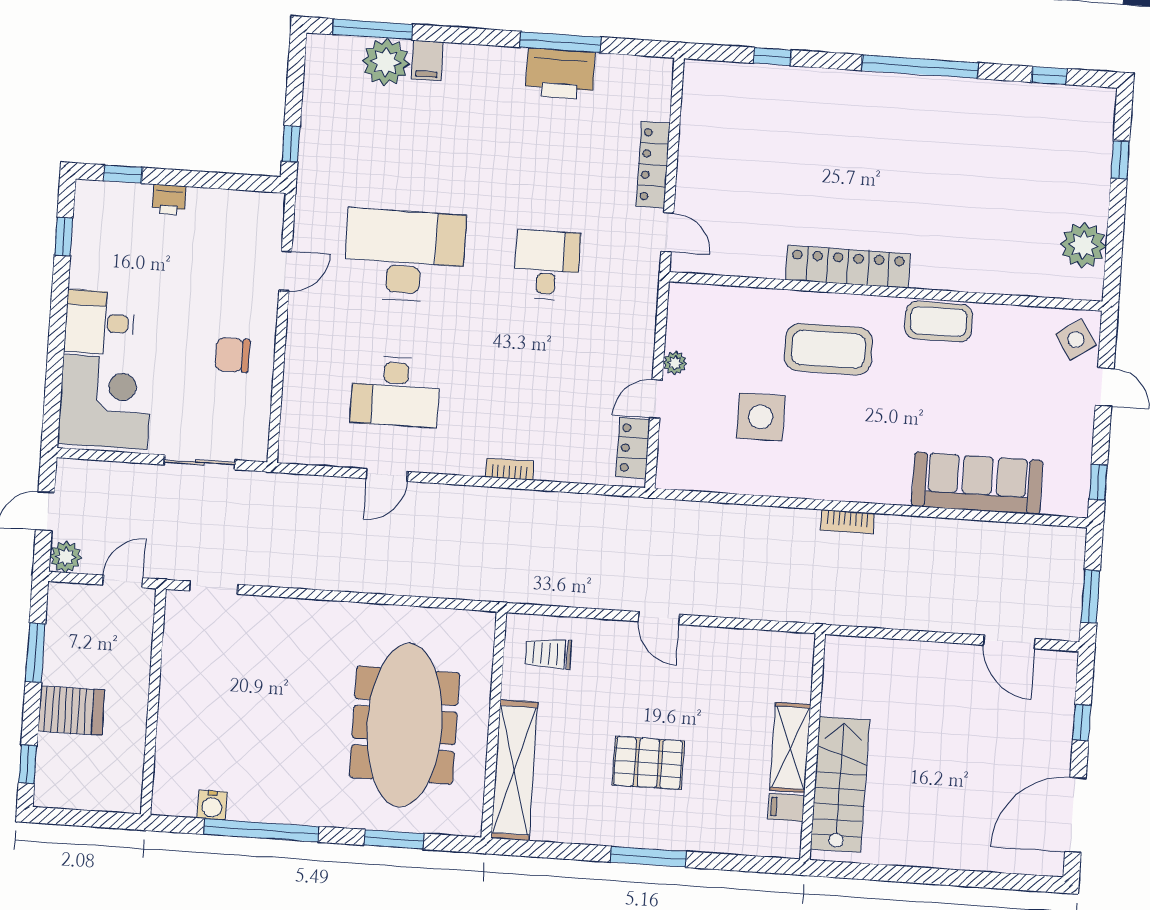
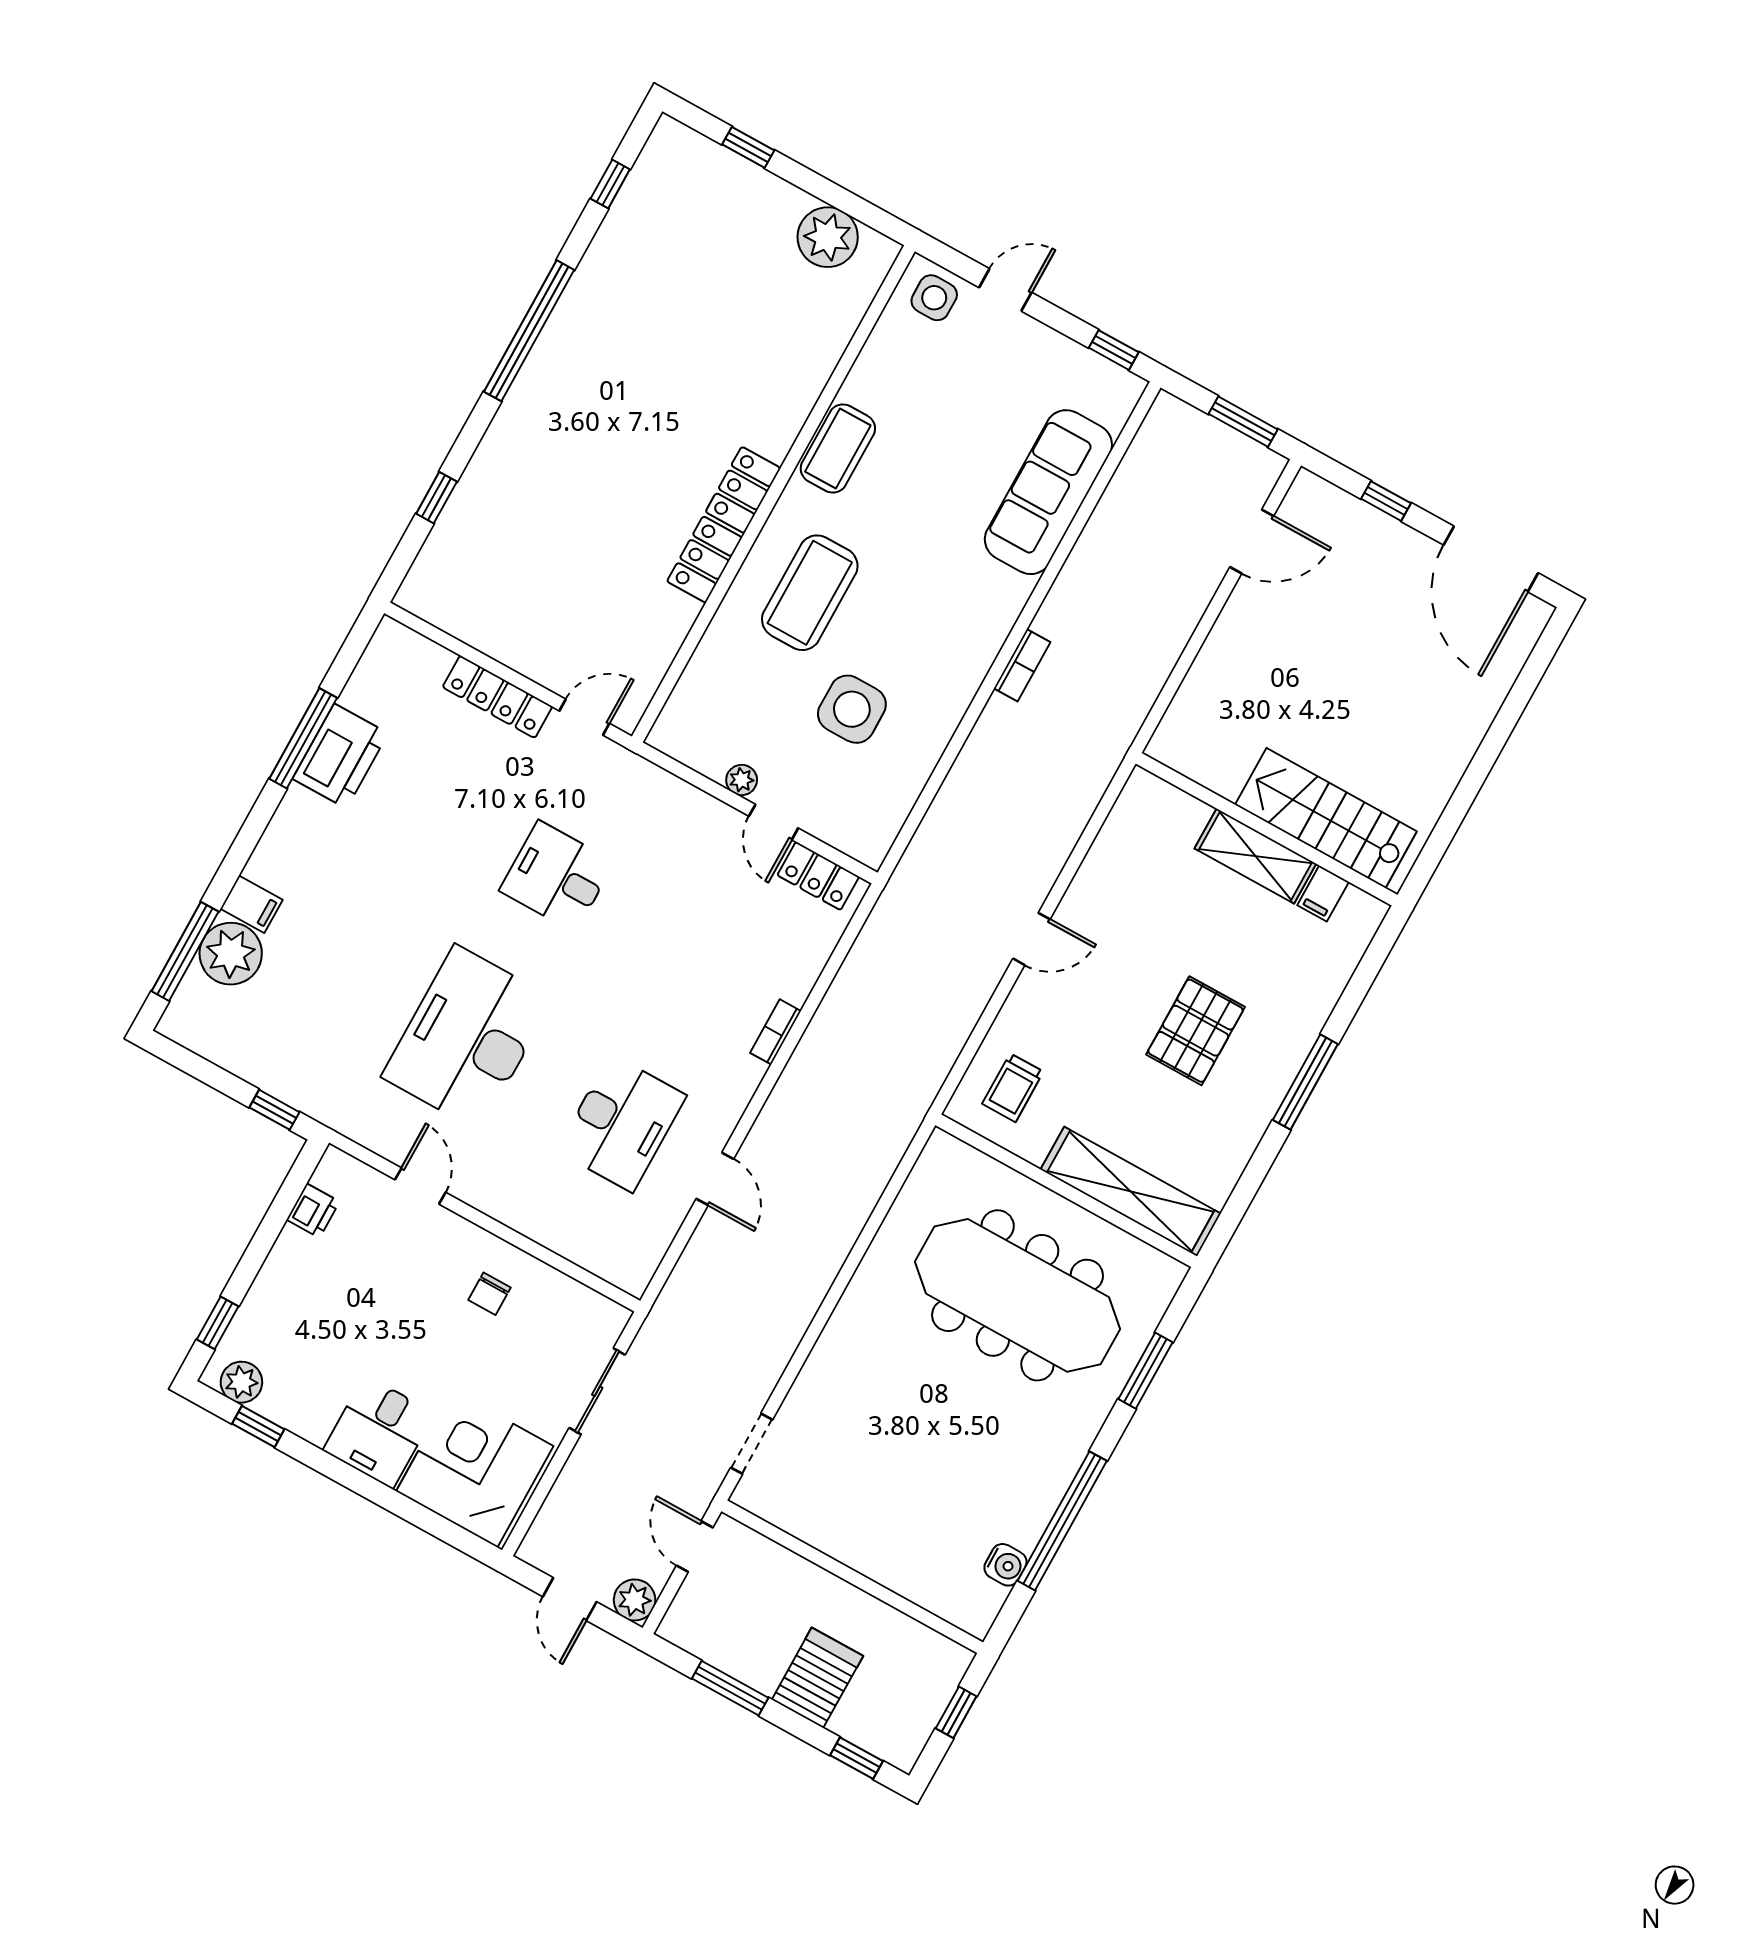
printer: (169, 200) -> (313, 1211), moved
plant: (89, 210) -> (241, 1382), added
side table: (1076, 340) -> (934, 298), turned 34
chair: (232, 355) -> (489, 1294), width x0.73, depth x0.73
window: (92, 819) -> (956, 1712), added

